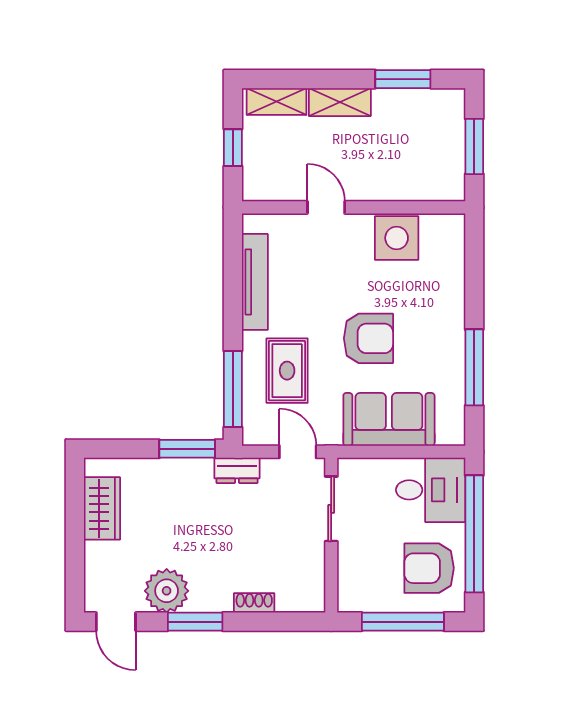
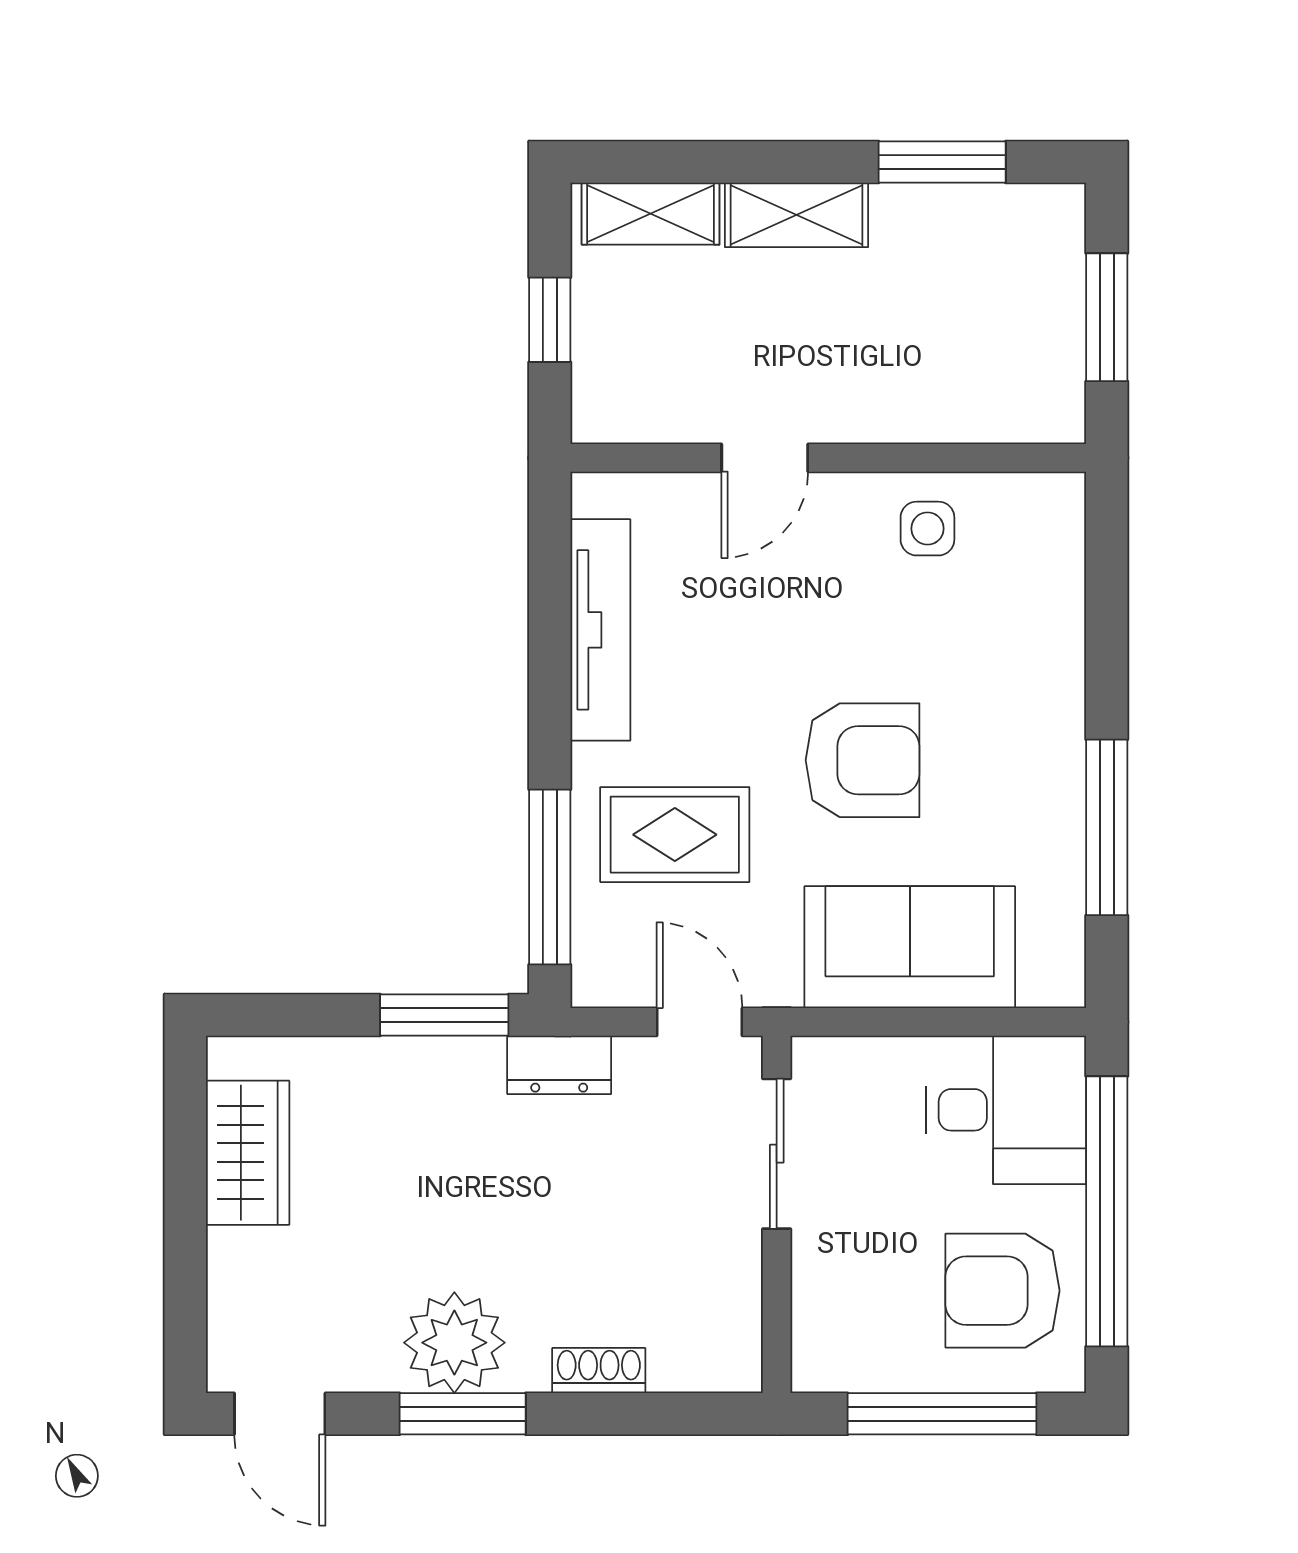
door: (326, 207) -> (765, 458), swing flipped
side table: (397, 238) -> (927, 529), width x0.54, depth x0.54
rug: (287, 371) -> (675, 835), turned 90
plant: (167, 591) -> (454, 1343), moved

